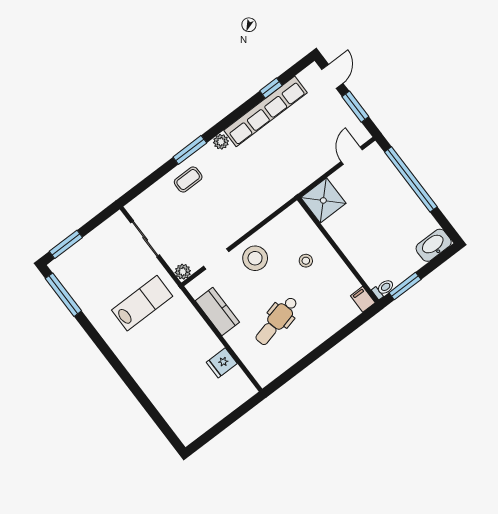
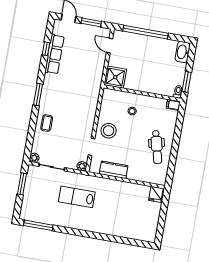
row of seats: (265, 111) -> (54, 54), width x0.73
plant: (221, 142) -> (34, 158), moved
window: (190, 150) -> (38, 94), moved
window: (66, 244) -> (22, 184), moved
lab bench: (142, 303) -> (77, 197), turned -90
dental chair: (277, 321) -> (157, 147), moved
fridge: (222, 363) -> (156, 194), moved

